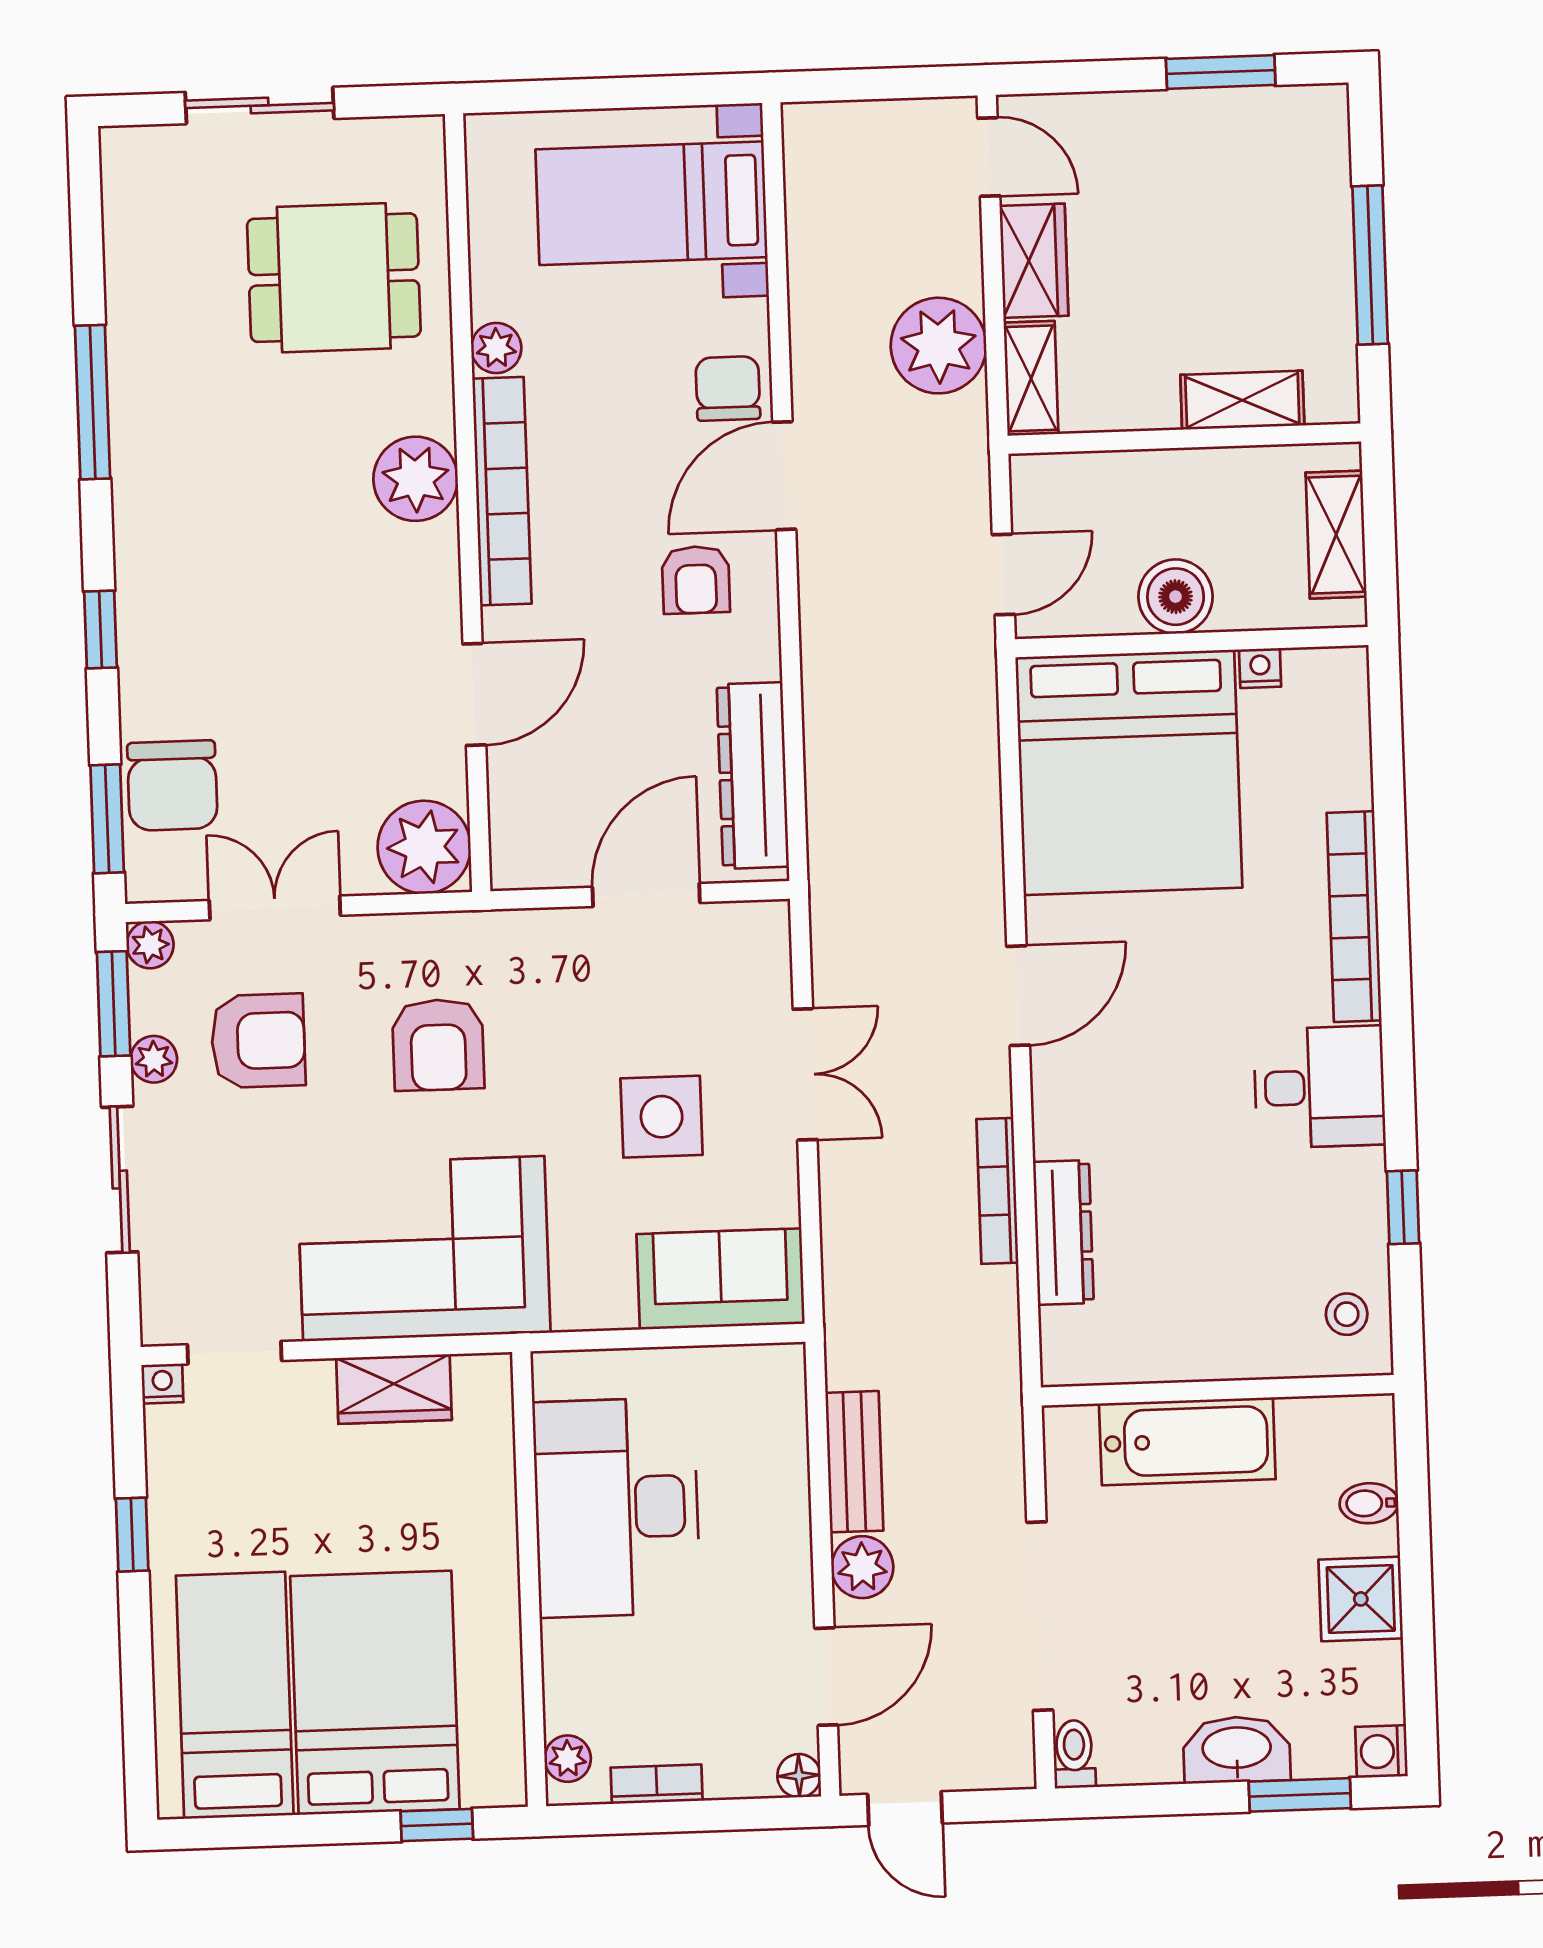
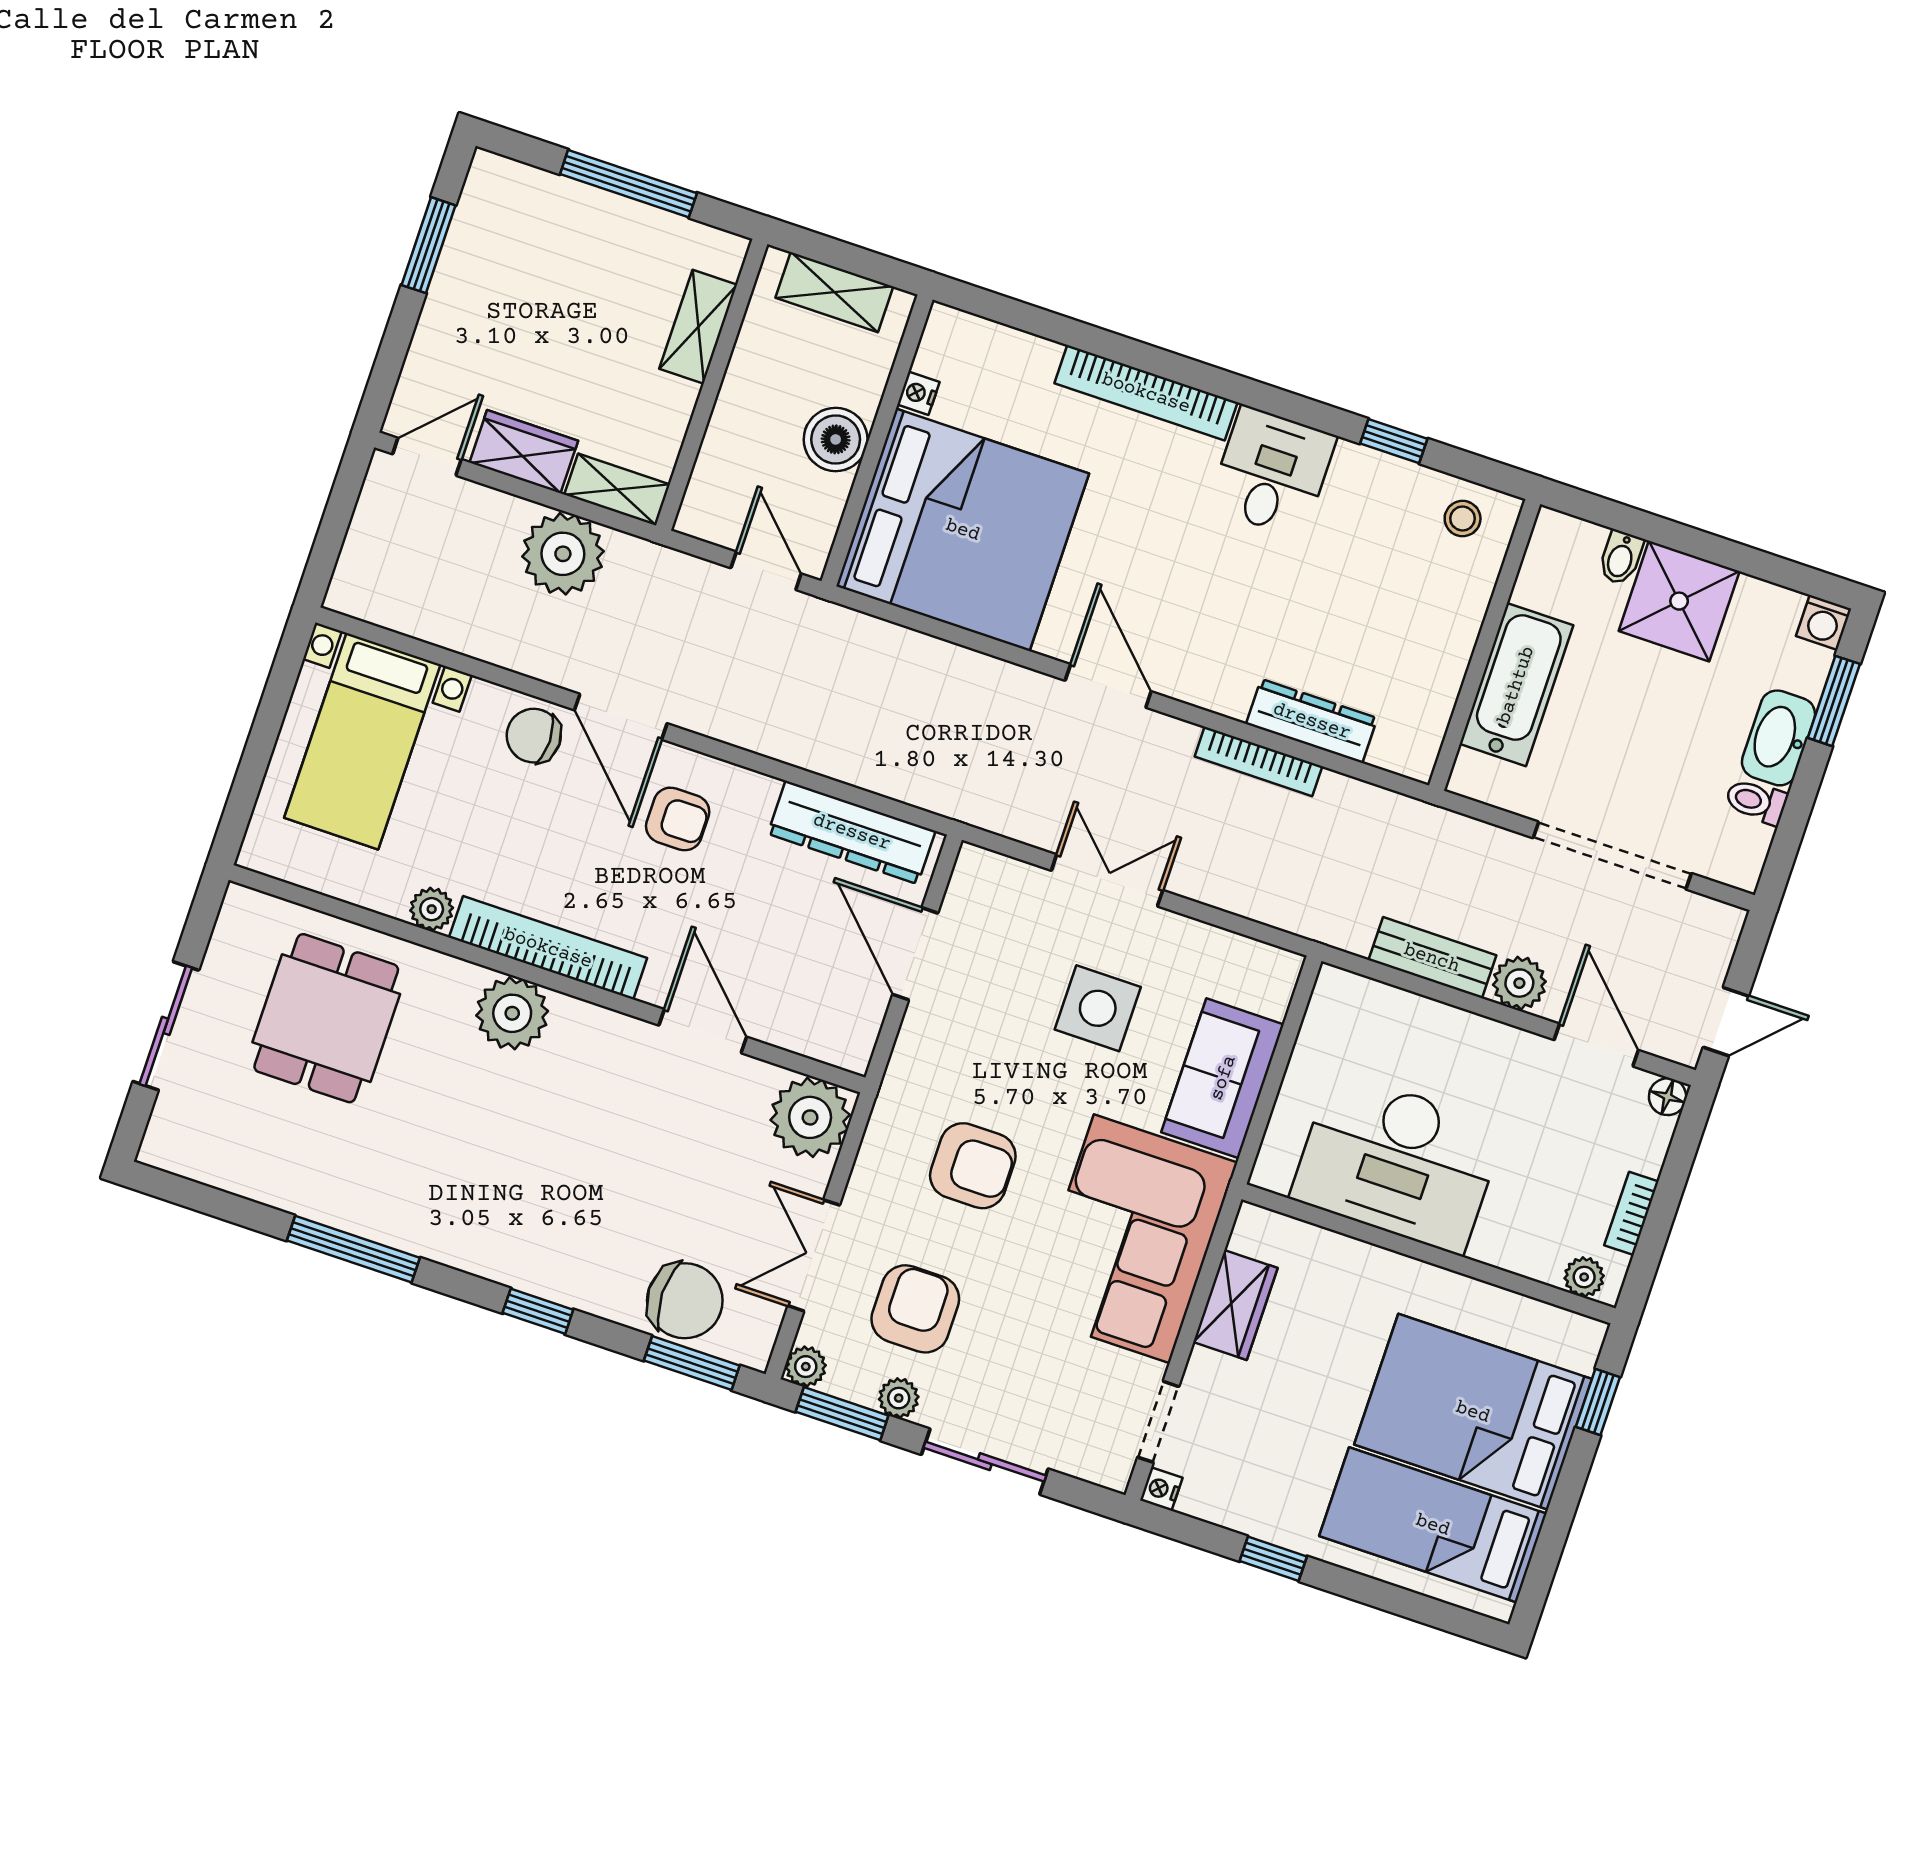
sofa: (721, 1279) -> (1223, 1078), moved
shower: (1361, 1599) -> (1679, 601), width x1.36, depth x1.36
toilet: (1074, 1754) -> (1756, 801), moved

